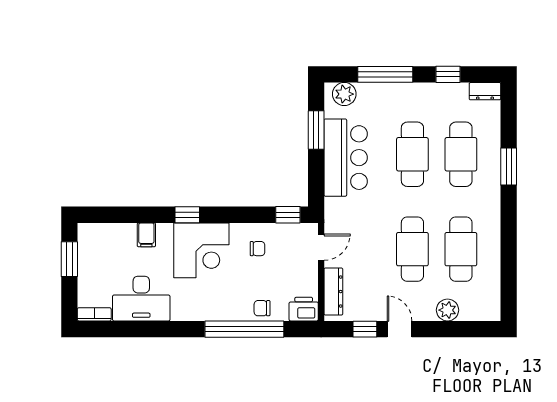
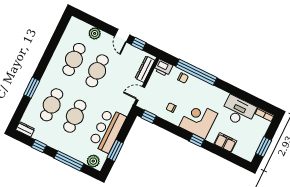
filing cabinet: (146, 235) -> (225, 142), width x2.00

